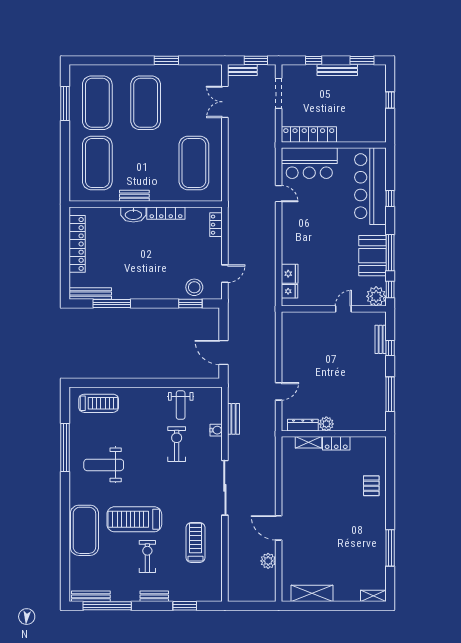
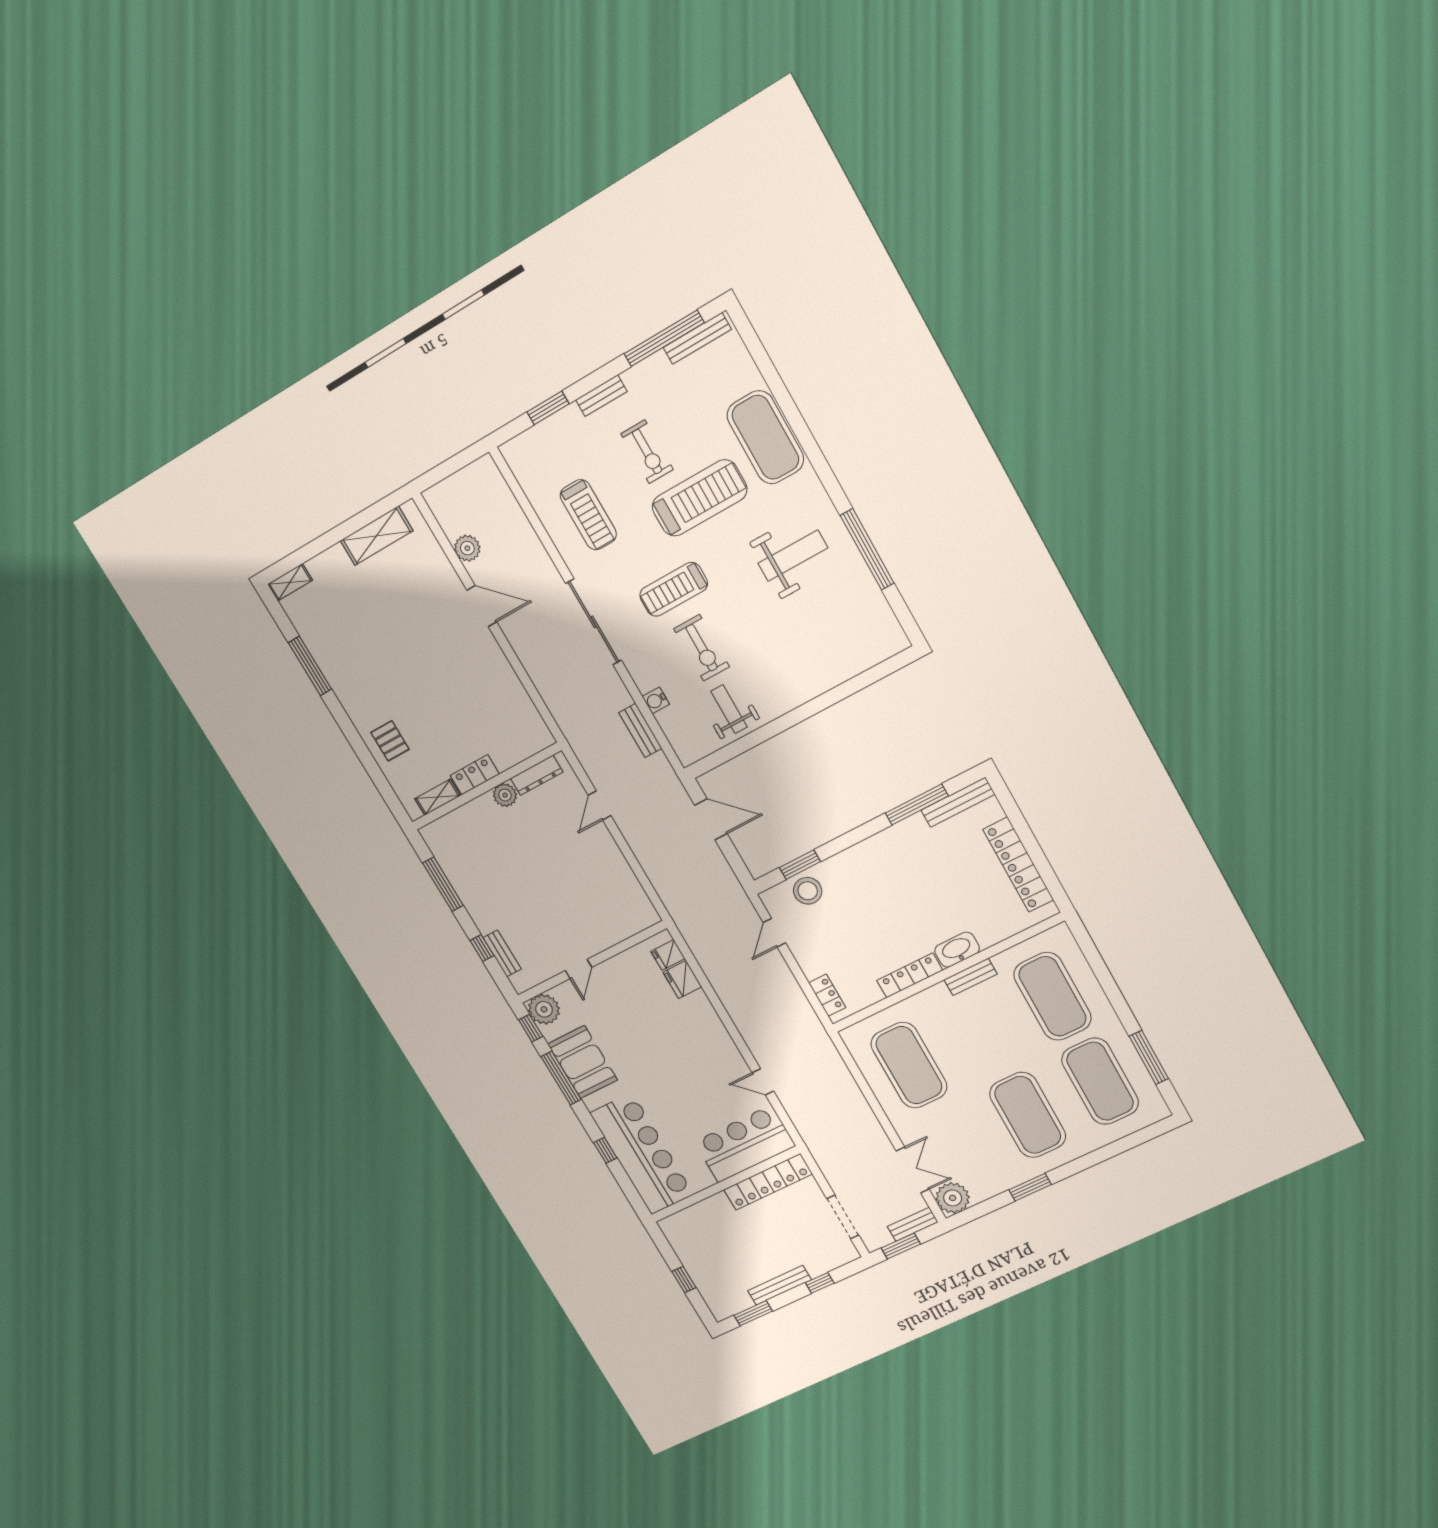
plant: (212, 75) -> (953, 1198), added
treadmill: (99, 403) -> (674, 589), moved
shelving: (309, 442) -> (438, 797), moved

